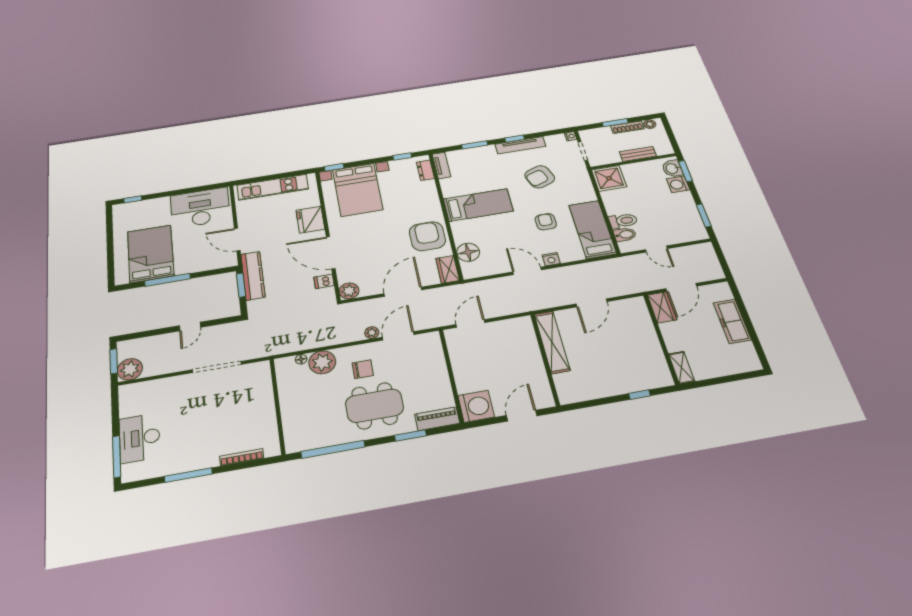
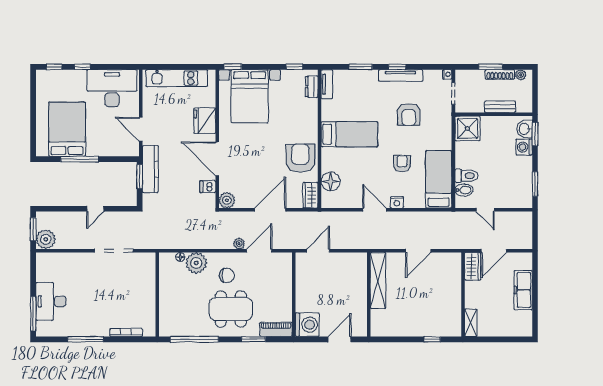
armchair: (540, 177) -> (409, 114), turned -70
window: (165, 194) -> (82, 67), added

